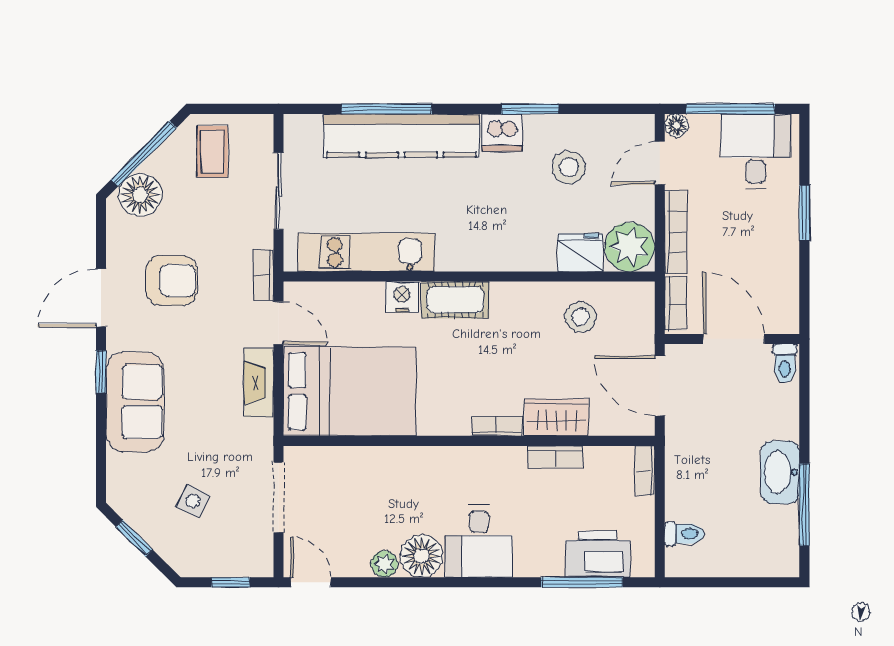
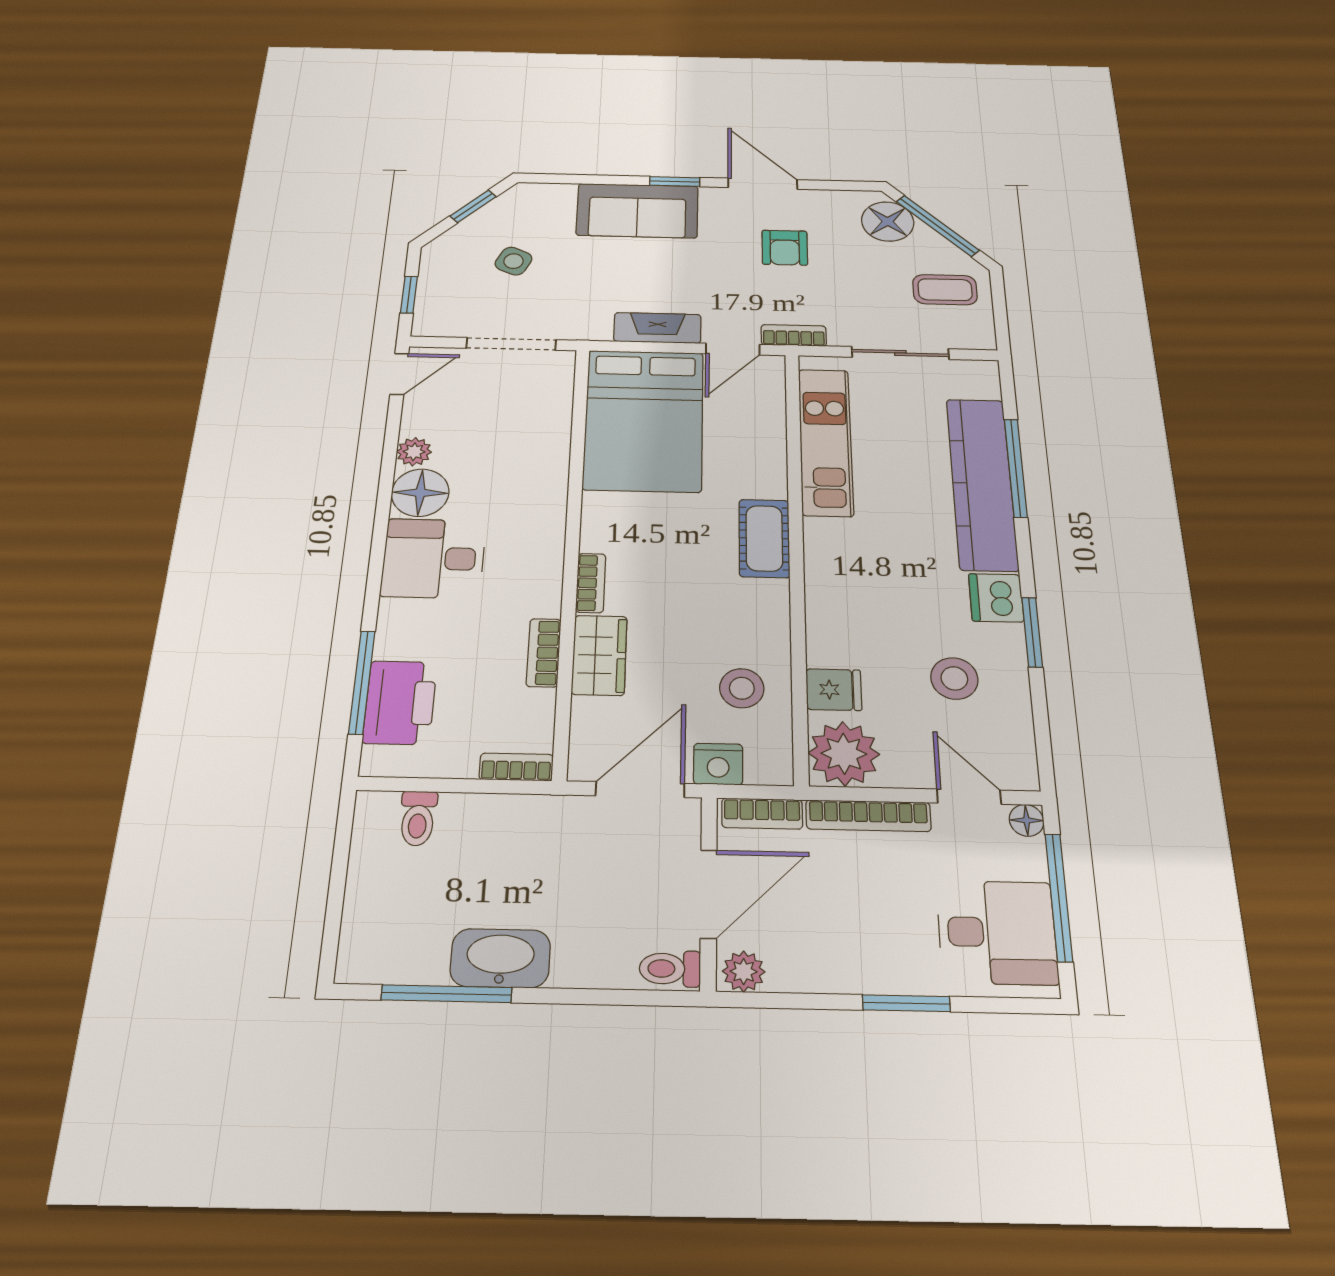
fridge: (580, 252) -> (834, 690), width x0.72
armchair: (172, 281) -> (785, 248), width x0.72, depth x0.72
nightstand: (402, 297) -> (718, 764), moved, turned 90
plant: (786, 316) -> (744, 971), added

